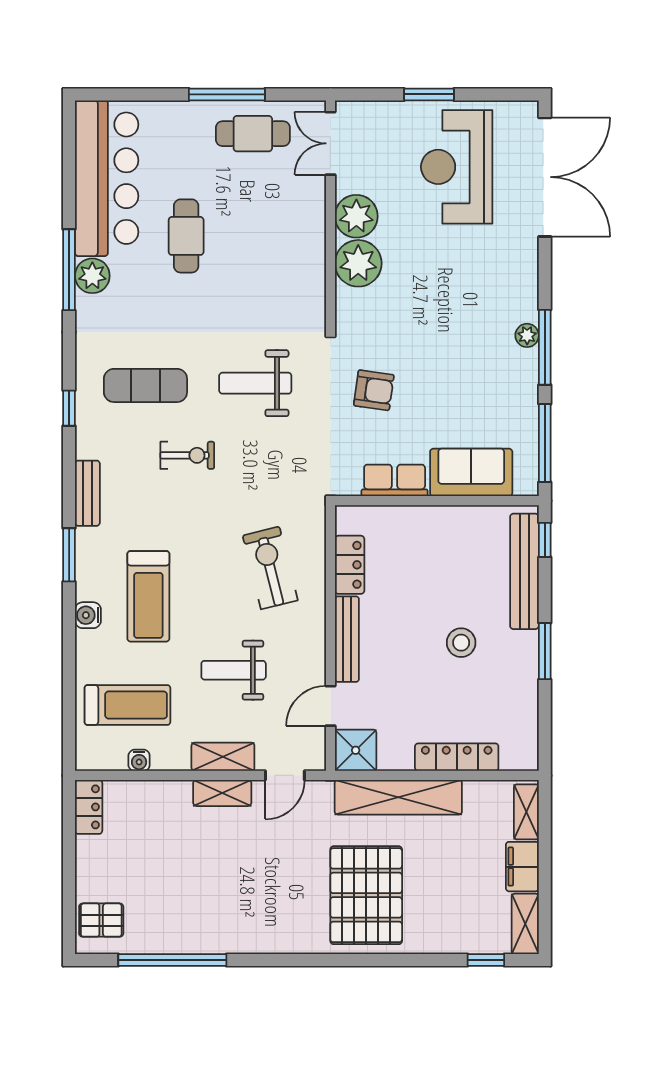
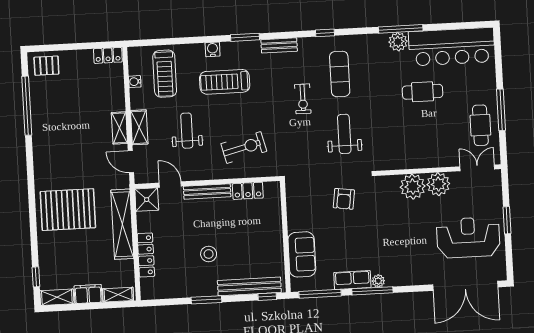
row of seats: (395, 480) -> (352, 280), moved, turned -90
pallet: (101, 920) -> (46, 66), turned 90

